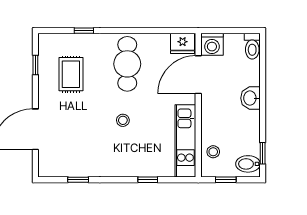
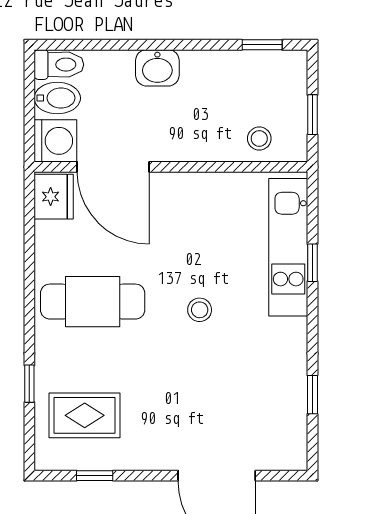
rug: (71, 74) -> (85, 415), moved
kitchen unit: (185, 141) -> (288, 247), moved, turned 90
bidet: (248, 164) -> (57, 98), moved, turned -90

